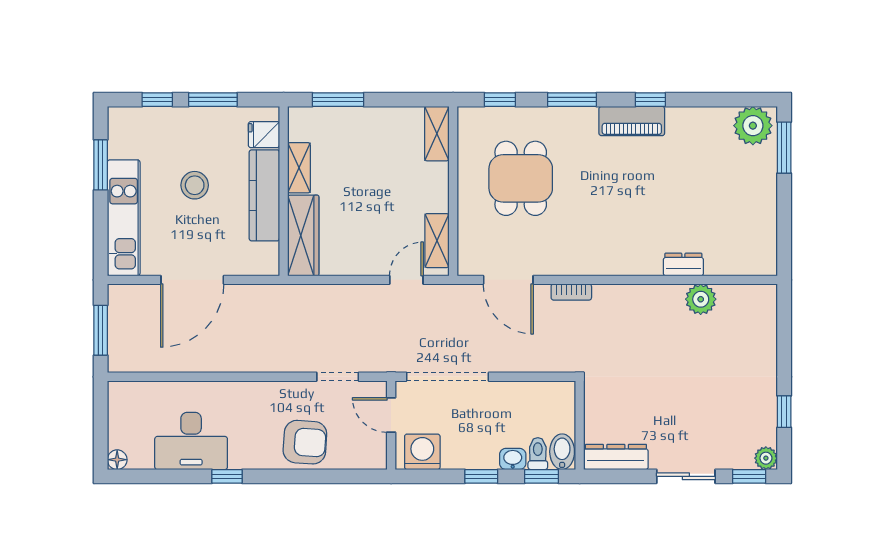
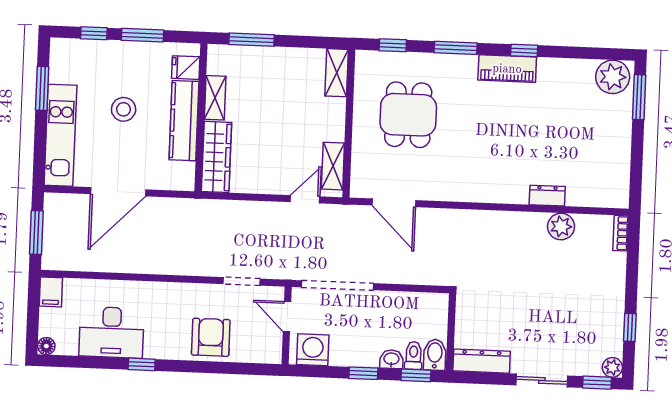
bookcase: (571, 292) -> (621, 233), moved, turned 90
filing cabinet: (120, 398) -> (51, 292), added
armchair: (305, 442) -> (211, 337), turned -94

